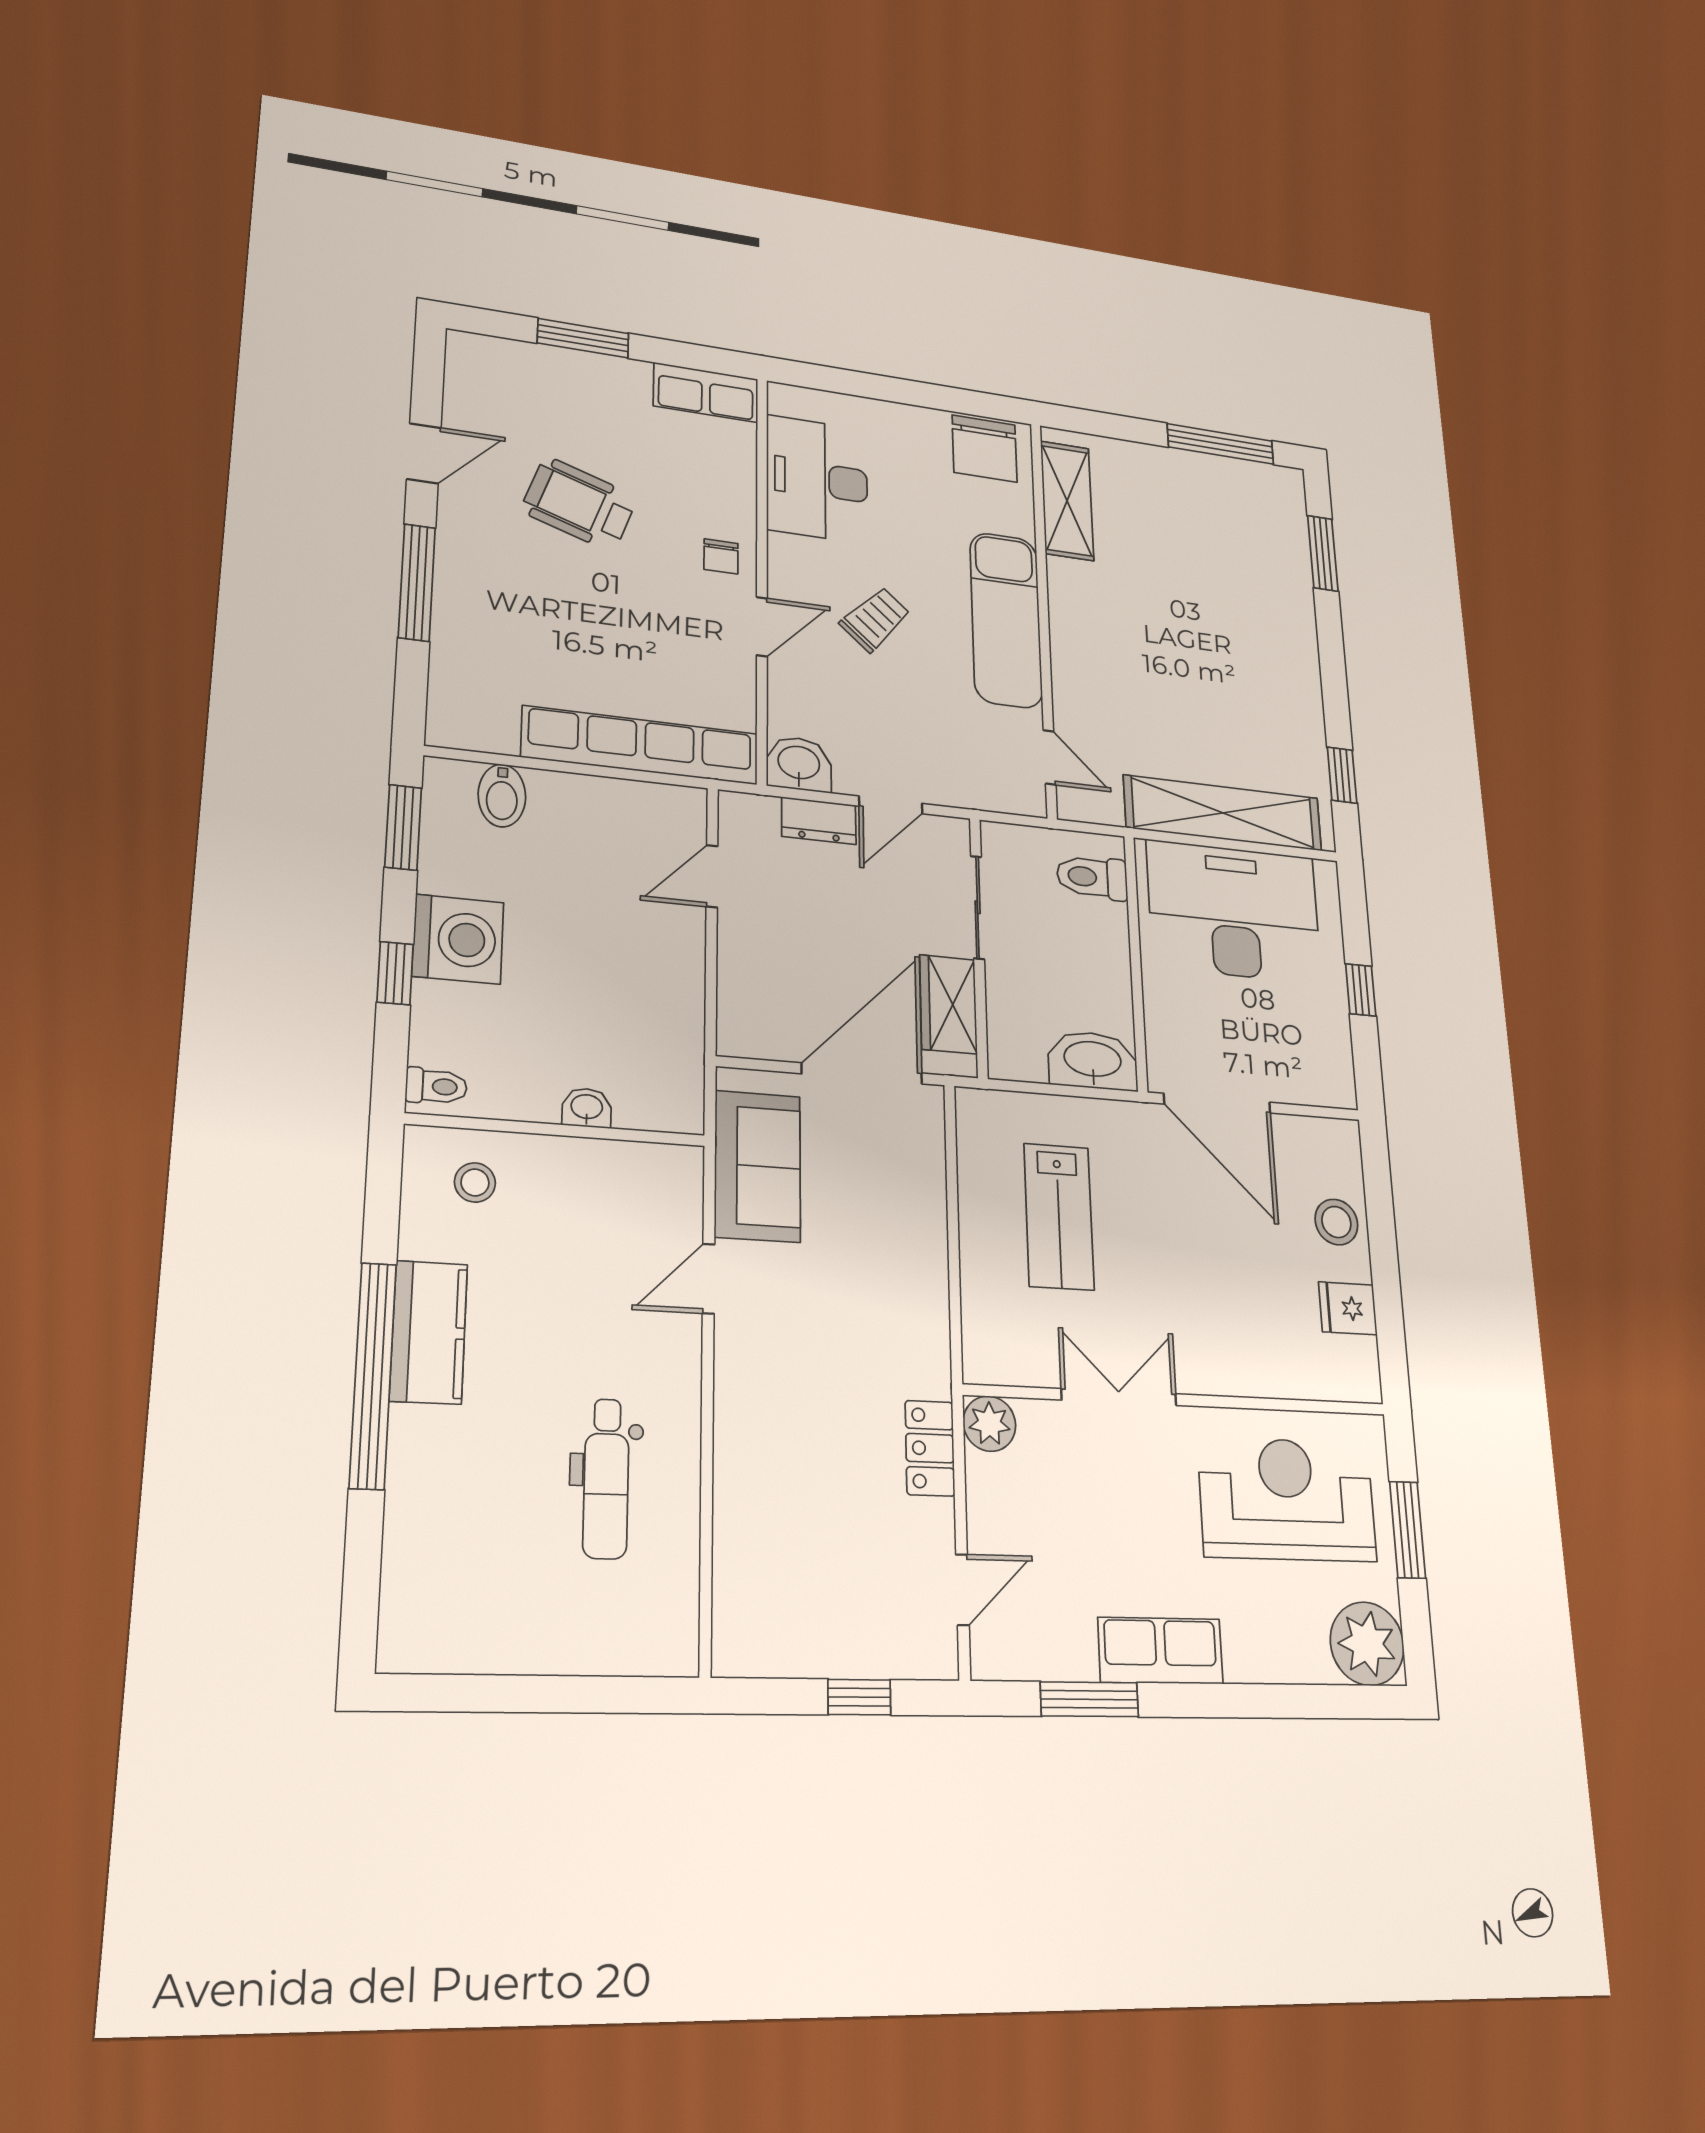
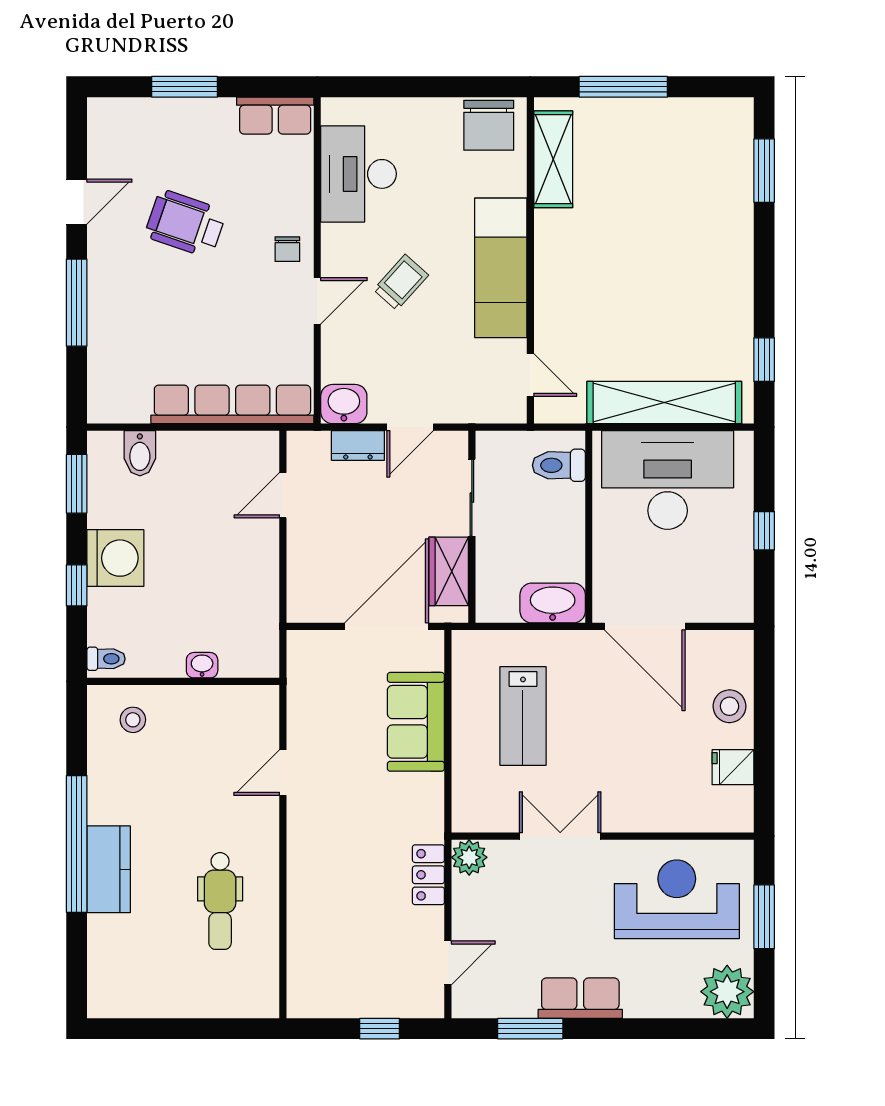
window: (1220, 444) -> (623, 87), moved
sofa: (758, 1166) -> (416, 722), moved, turned 180
kitchen counter: (429, 1332) -> (109, 869), moved

